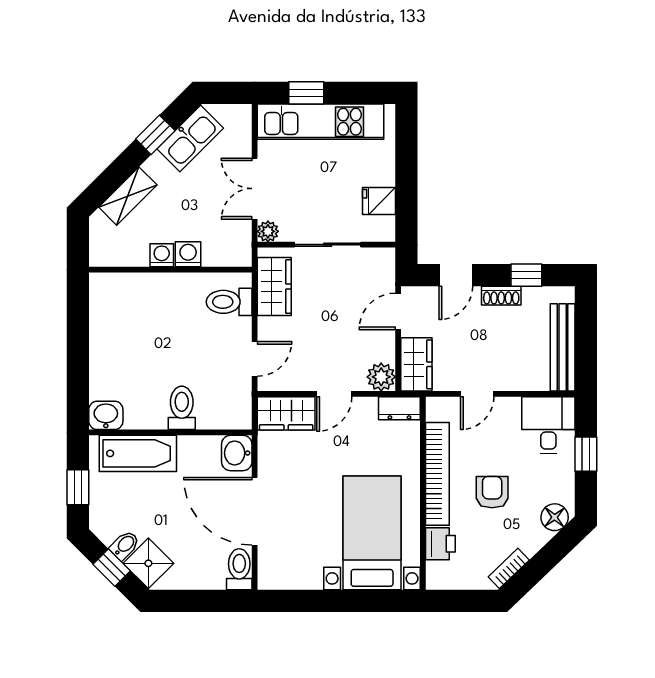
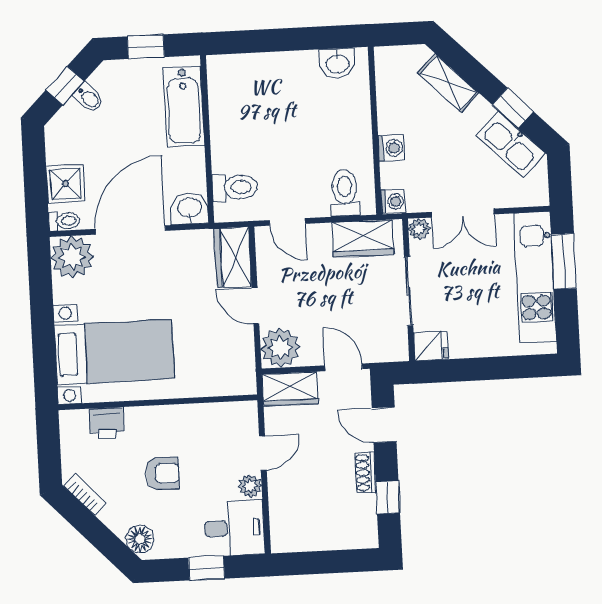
window: (306, 93) -> (564, 261), width x1.50
double door: (255, 189) -> (463, 213), swing flipped
fridge: (379, 201) -> (431, 346), moved, turned 90
washing machine: (162, 255) -> (393, 202), moved
bench: (563, 347) -> (315, 539), removed
plant: (381, 377) -> (280, 348), width x1.36, depth x1.36
door: (477, 394) -> (263, 453), swing flipped
toilet: (182, 408) -> (235, 187), moved
dresser: (399, 408) -> (244, 374), removed
plant: (508, 408) -> (250, 486), added
washbasin: (106, 415) -> (338, 63), moved, turned 90
bookcase: (437, 474) -> (178, 416), removed
shower: (148, 563) -> (65, 184), moved, turned 45
toilet: (239, 569) -> (64, 221), width x0.73, depth x0.72
plant: (278, 569) -> (72, 257), added

